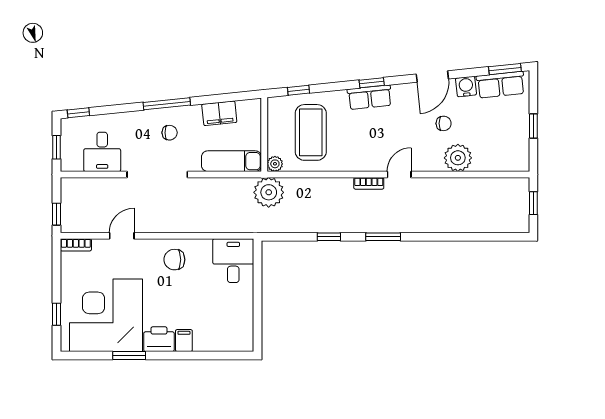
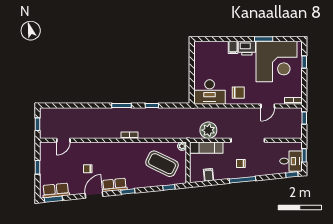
water cooler: (466, 86) -> (75, 189), removed
row of seats: (370, 97) -> (114, 185), moved
filing cabinet: (219, 113) -> (208, 175), width x0.50
coffee table: (311, 132) -> (162, 164), turned -64
desk: (102, 152) -> (291, 161), moved, turned 90
plant: (458, 158) -> (80, 149), removed
door: (399, 174) -> (63, 140), moved
plant: (269, 192) -> (208, 130), moved
desk: (233, 261) -> (210, 92), width x1.37

